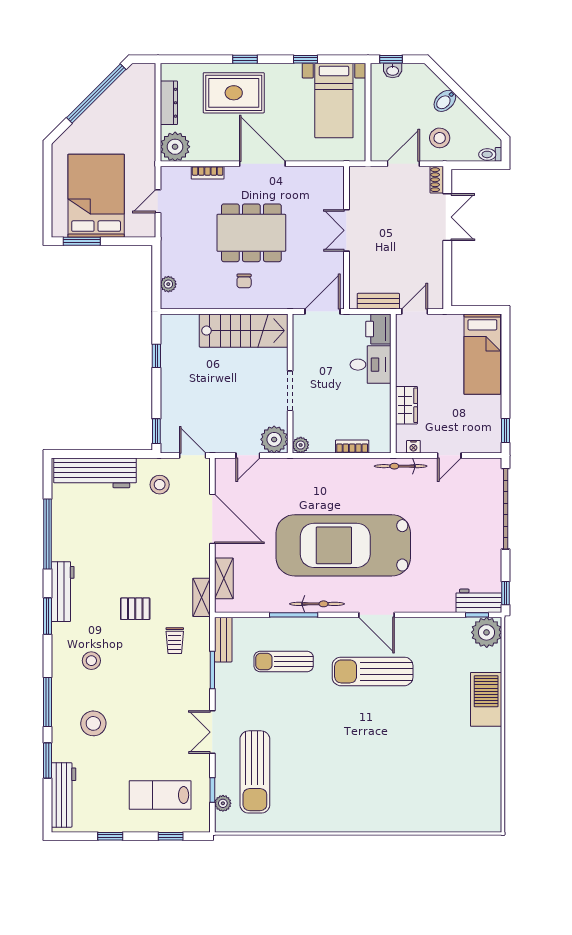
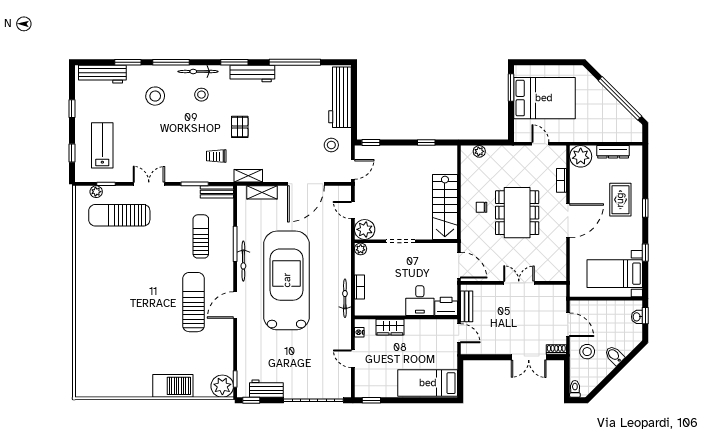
rug: (234, 93) -> (620, 200), width x0.73, depth x0.70
bicycle: (401, 466) -> (345, 298), moved
workbench: (479, 601) -> (266, 389), moved, turned -90
bicycle: (60, 665) -> (198, 72), added

